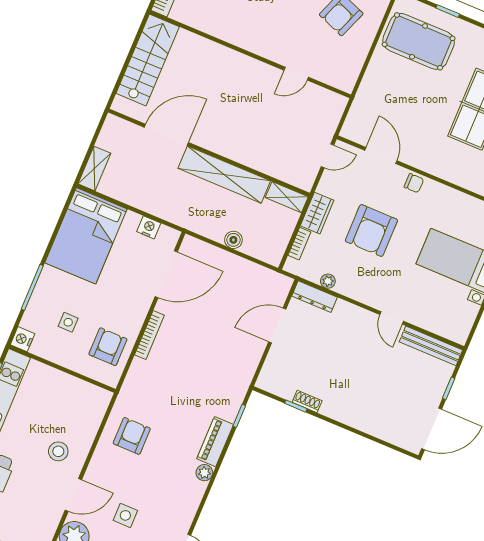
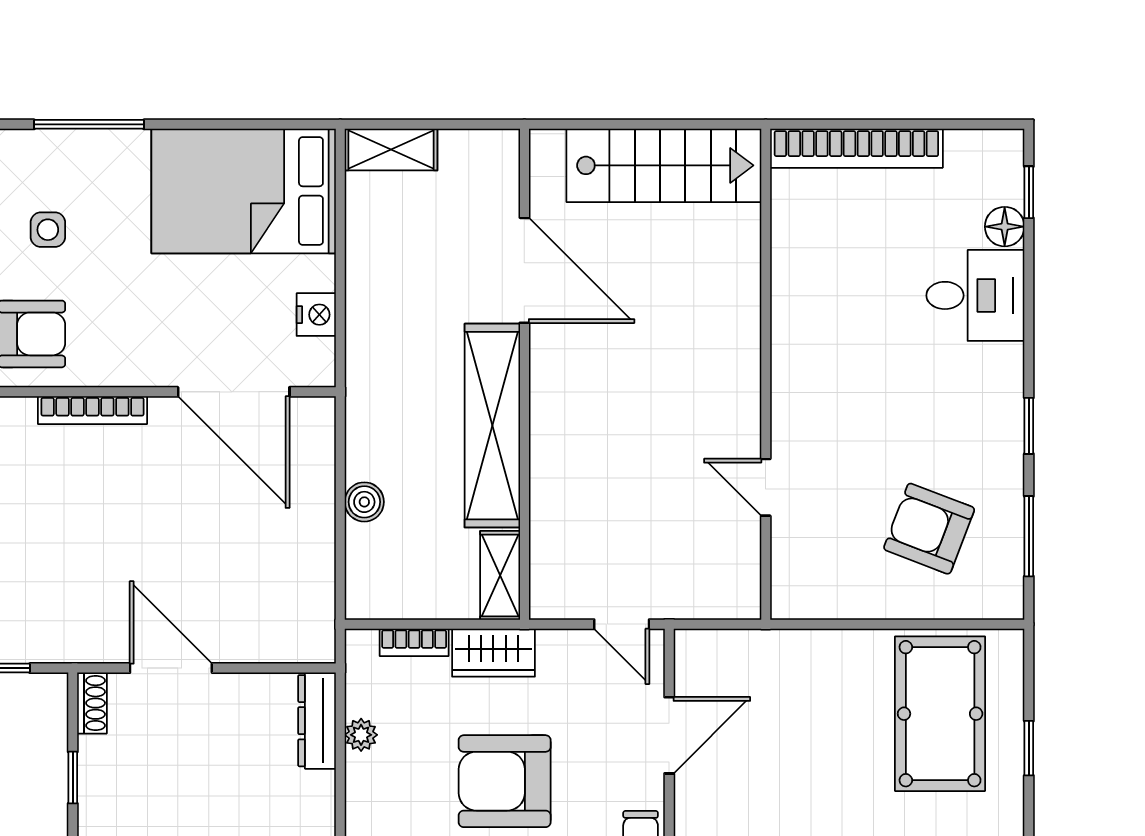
door: (277, 325) -> (171, 668), moved
shoe rack: (307, 401) -> (92, 703), moved

